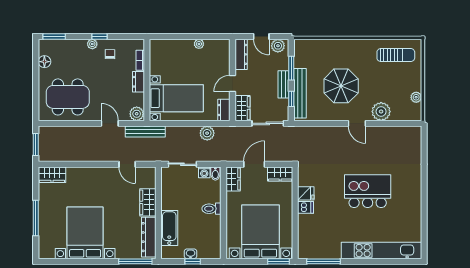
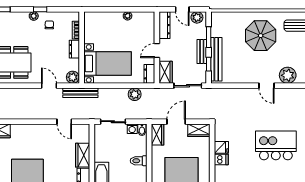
parasol: (341, 86) -> (261, 36), moved

